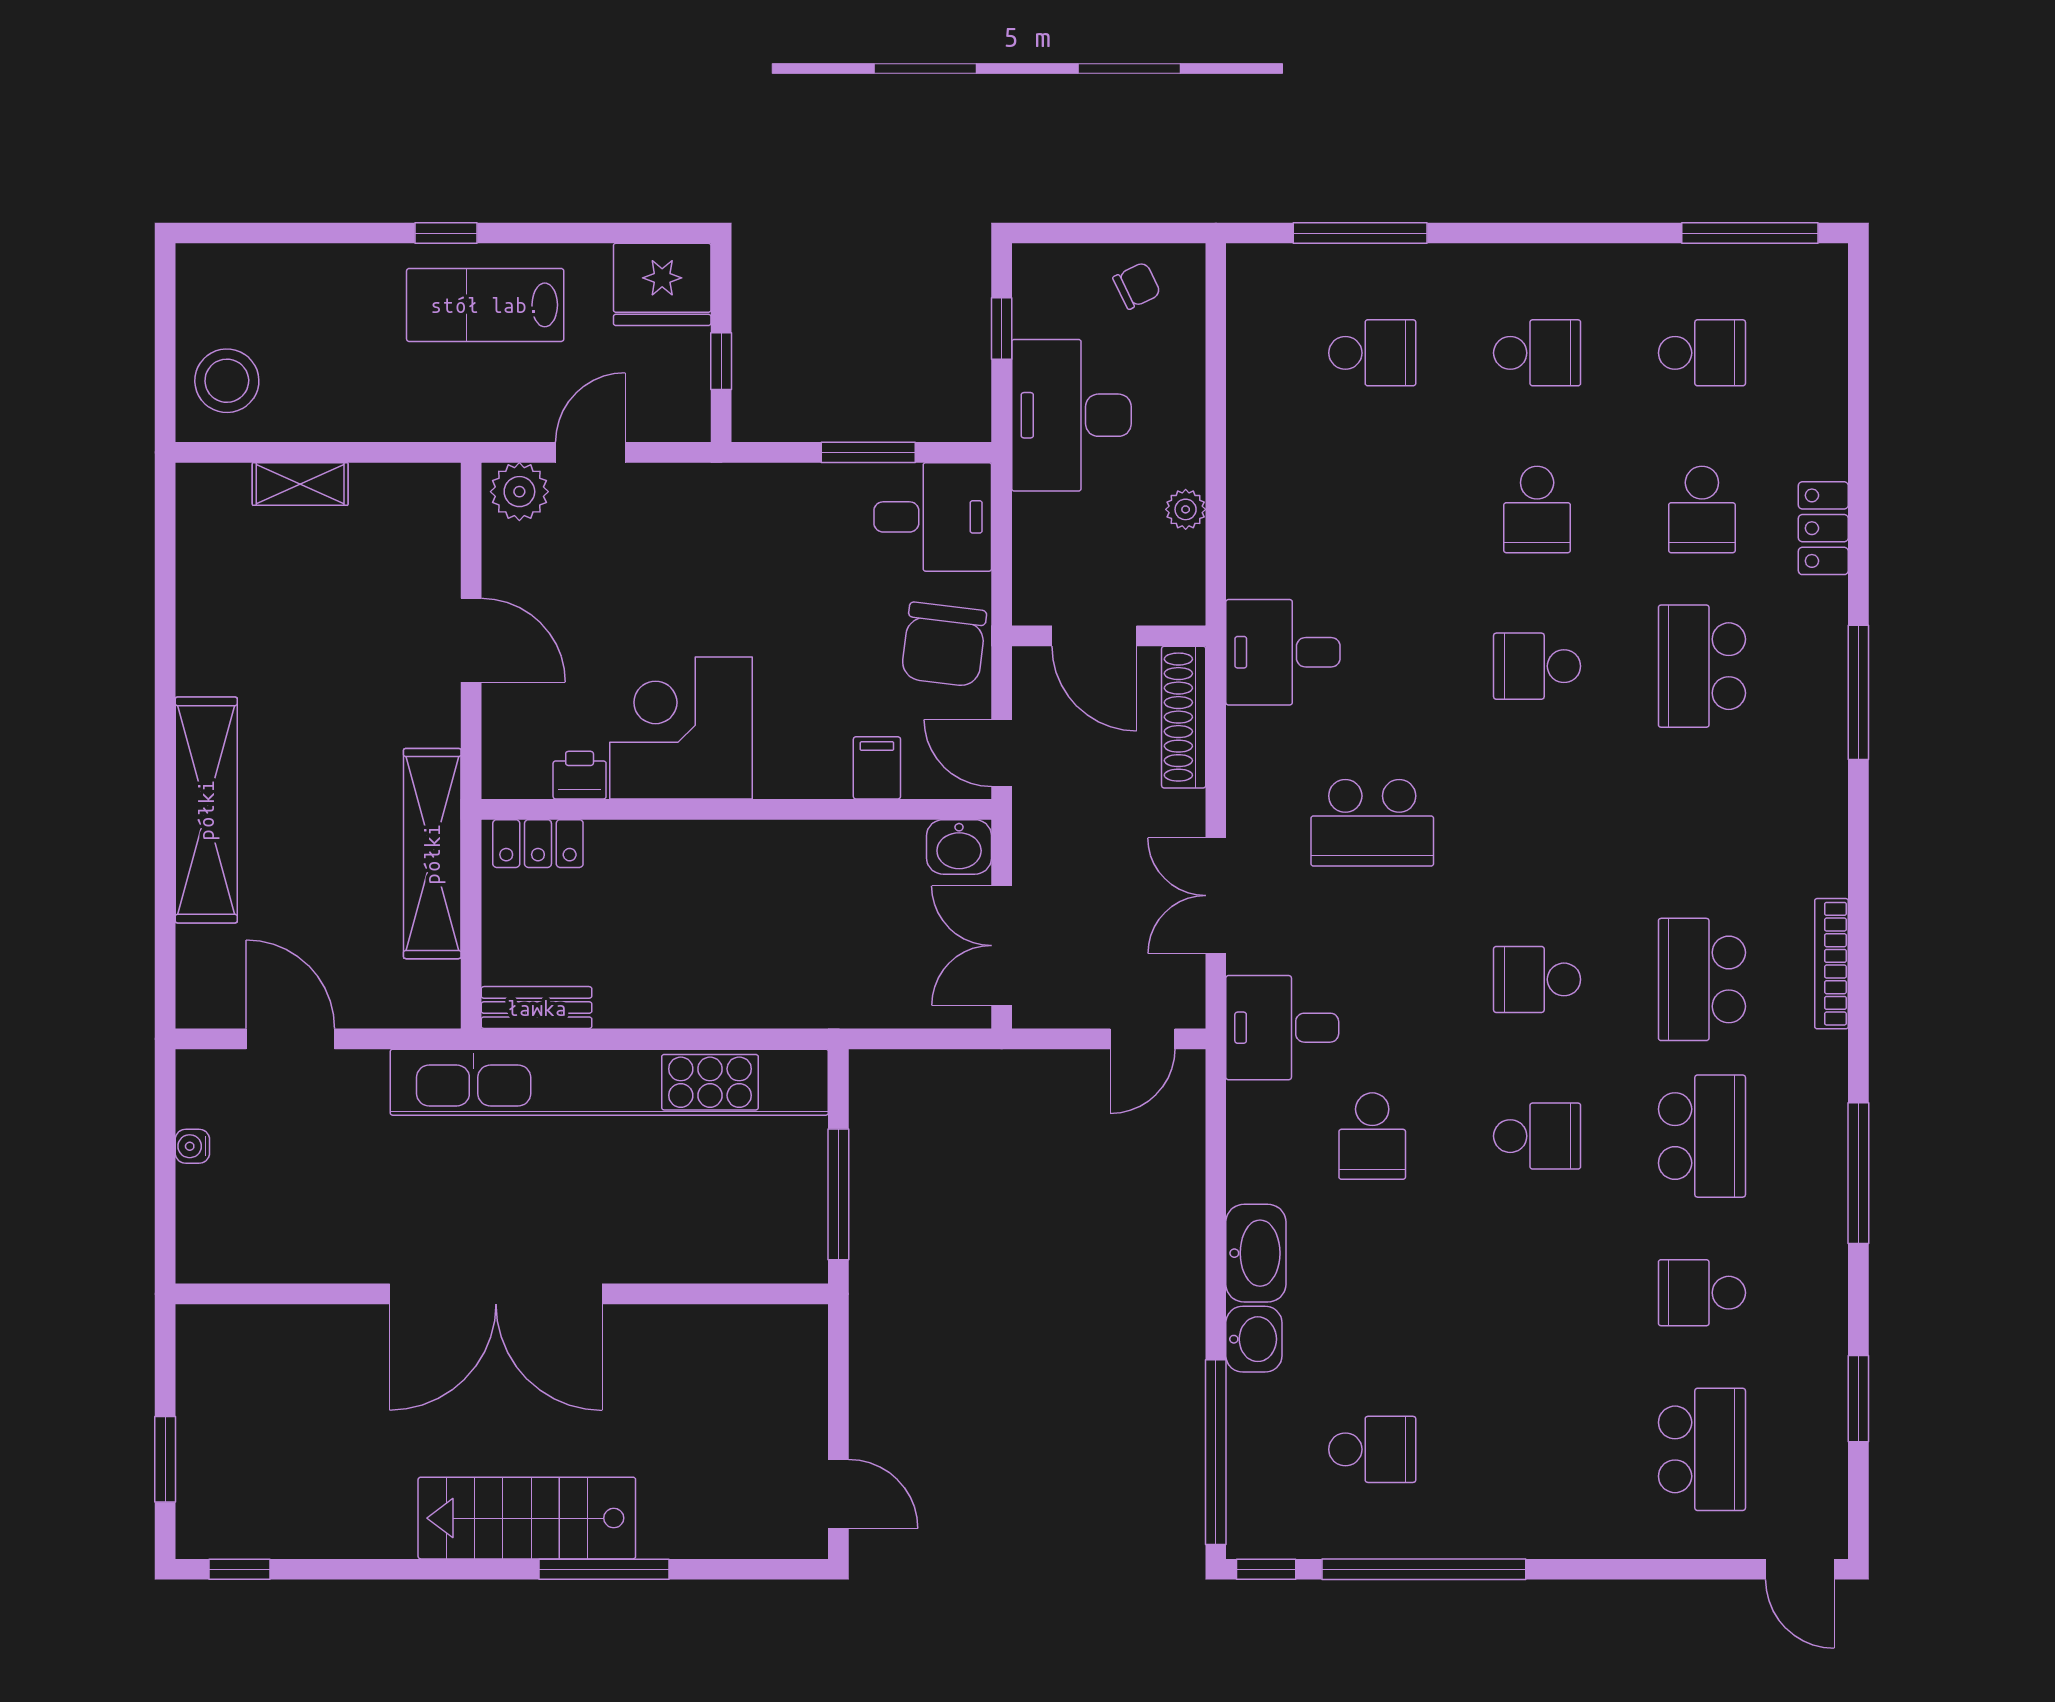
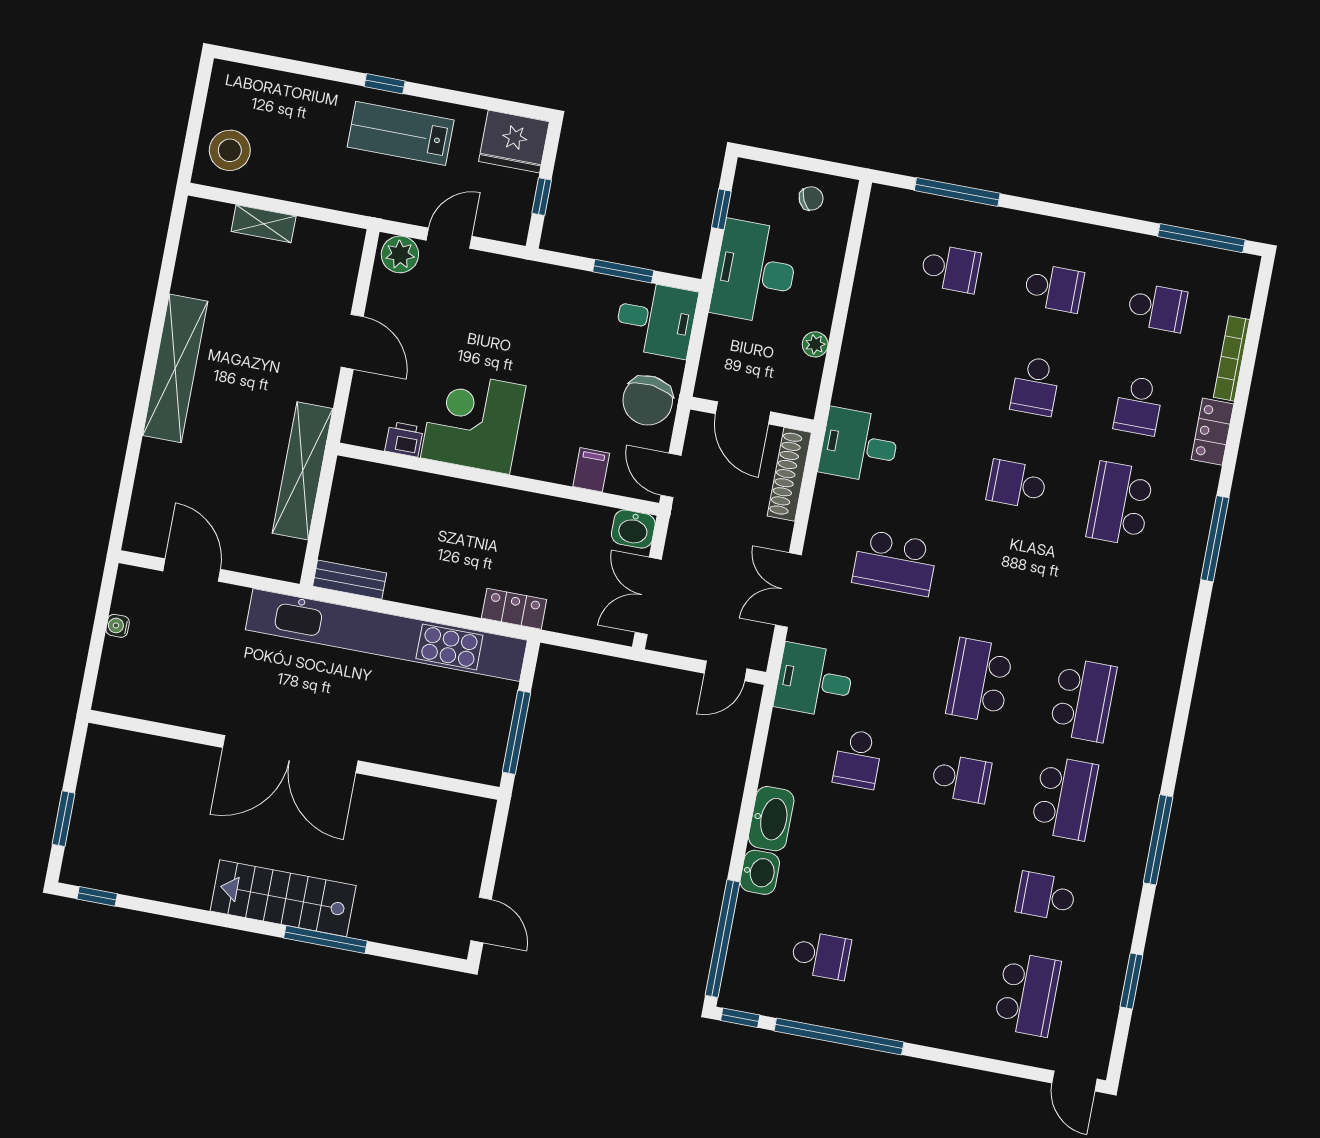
shelving: (206, 810) -> (175, 368), moved
locker: (538, 844) -> (514, 609), moved, turned 180
bookcase: (1831, 964) -> (1232, 358), moved
school desk: (1537, 979) -> (980, 680), width x1.85
school desk: (1702, 979) -> (1083, 700), turned 180

